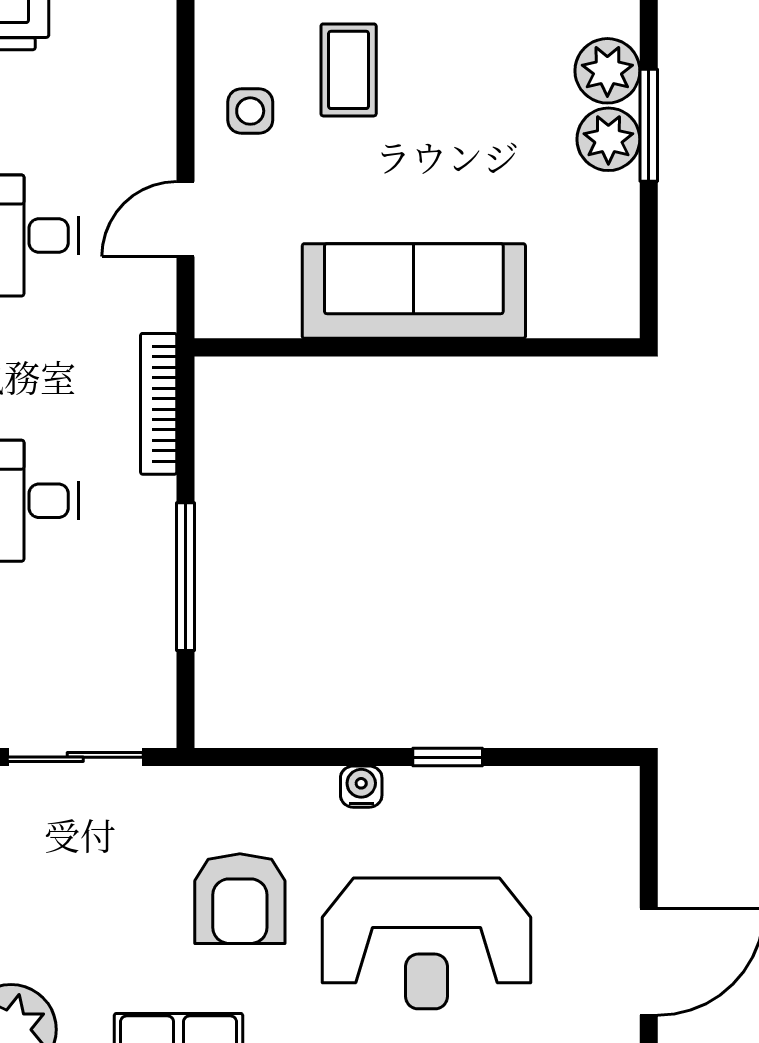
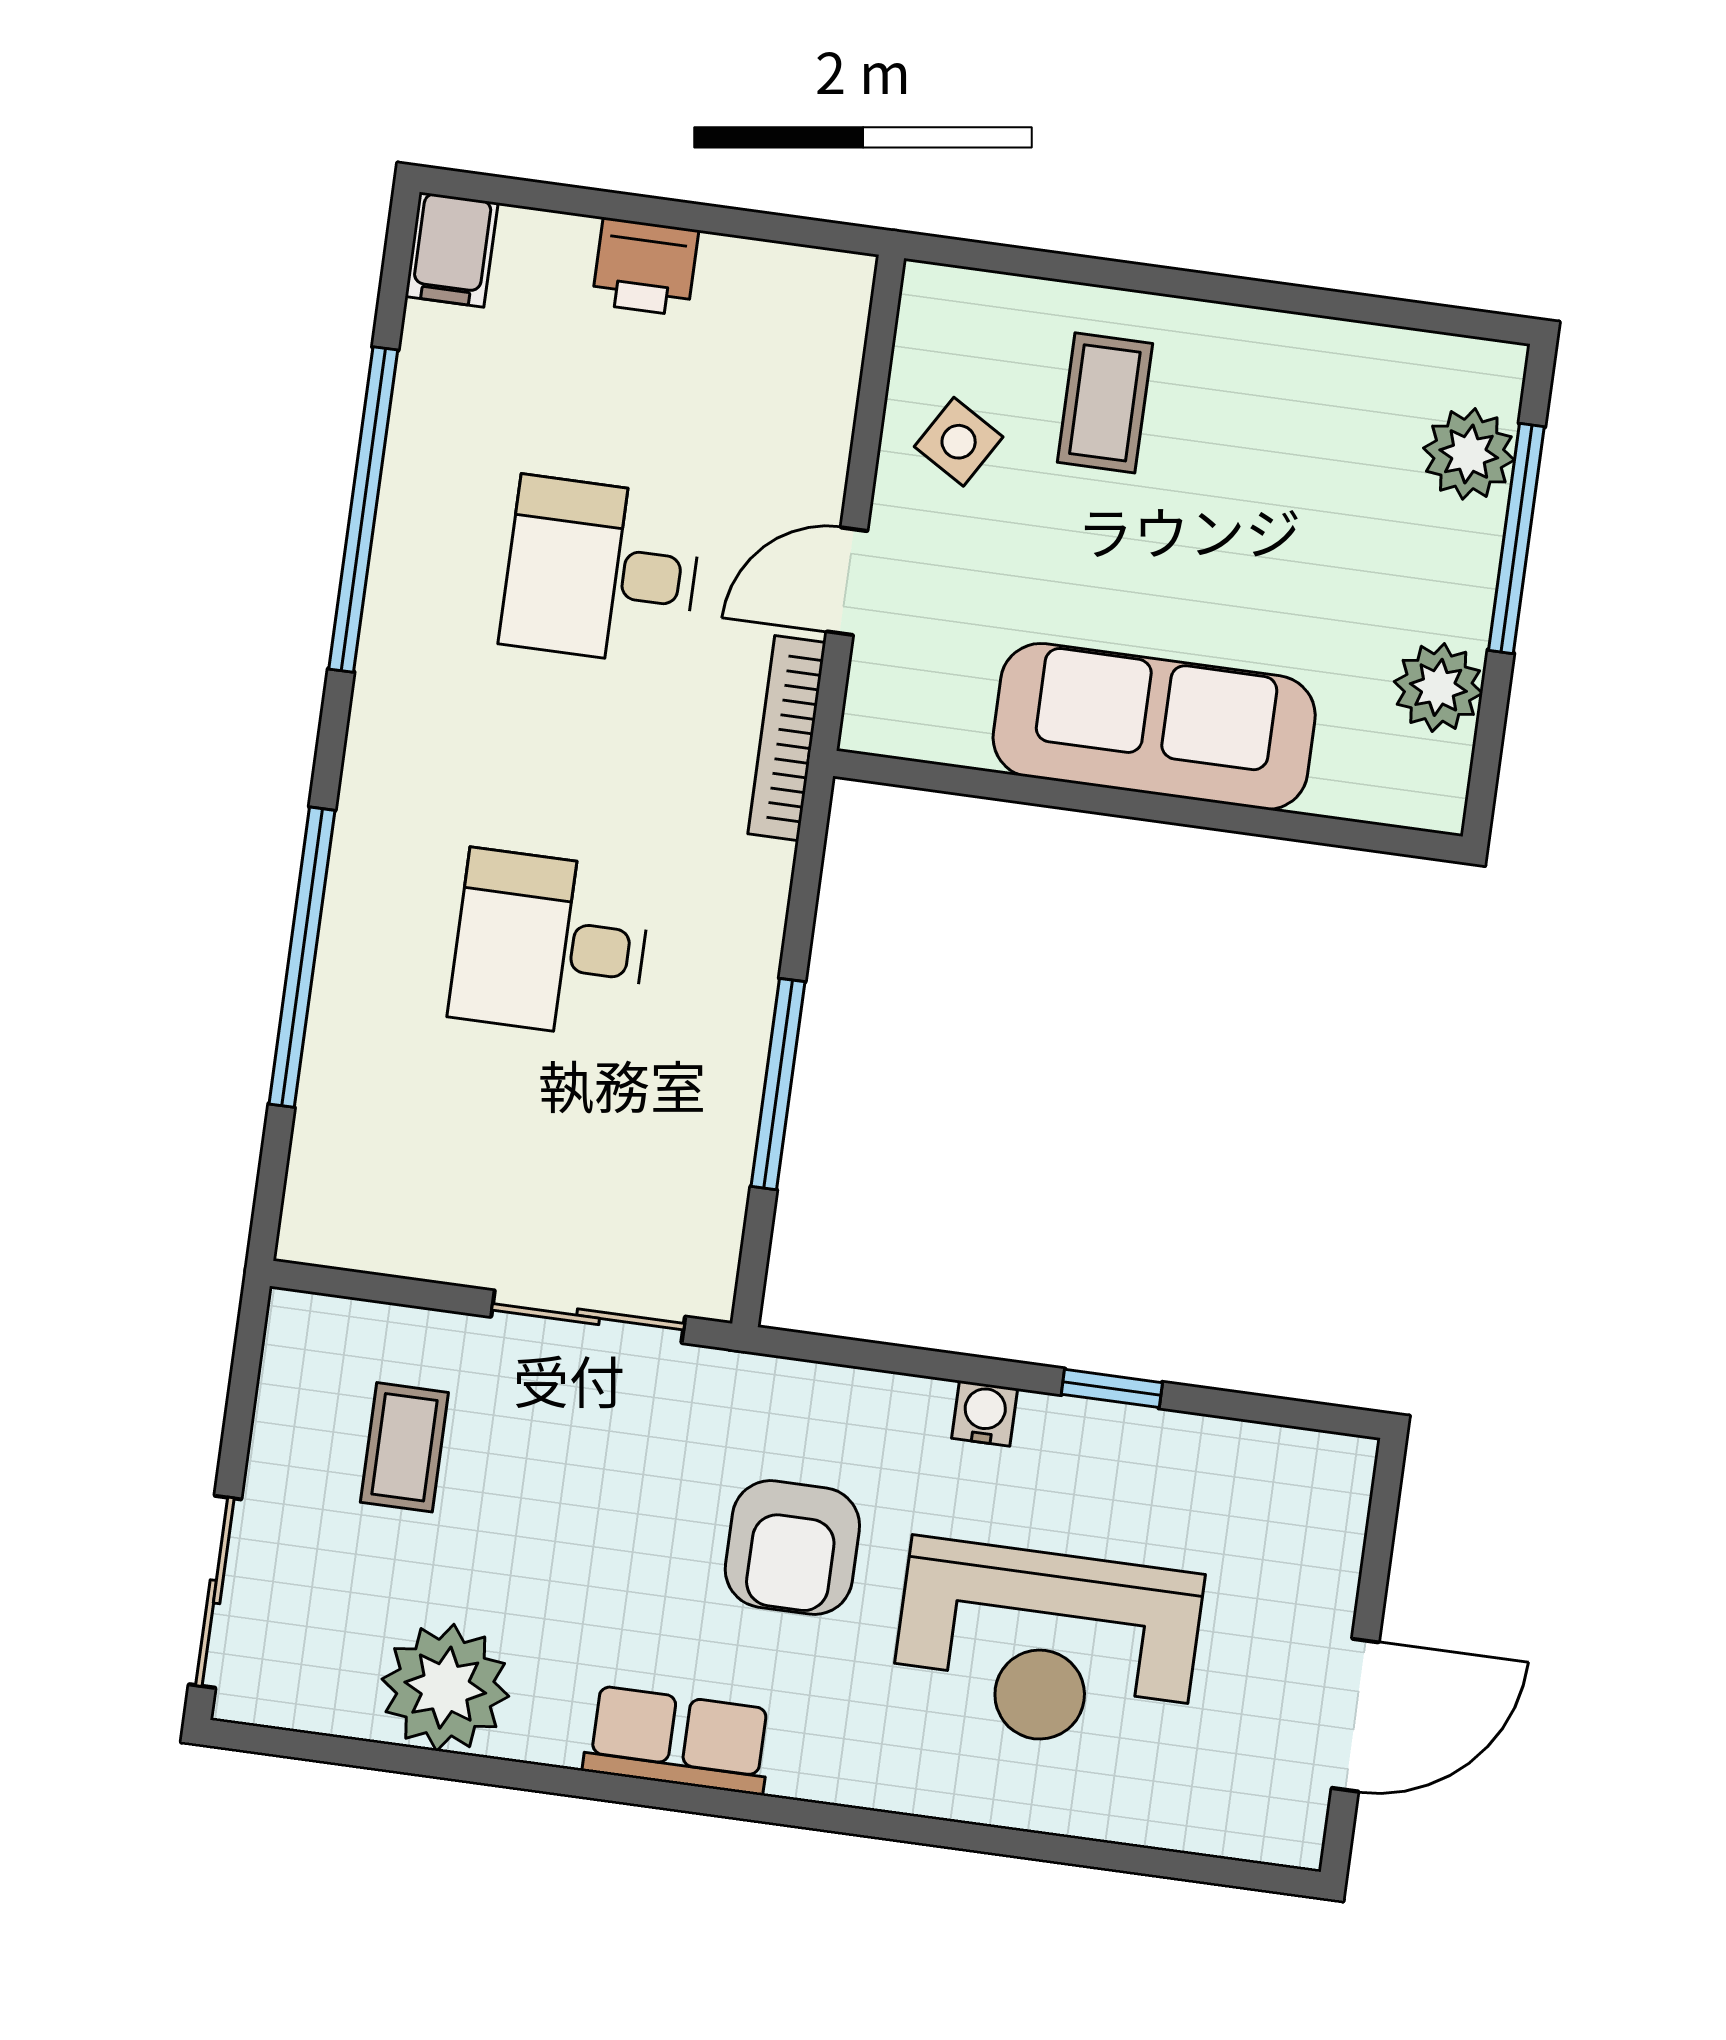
side table: (250, 111) -> (959, 442), turned 31
window: (649, 125) -> (1516, 538), width x1.44
plant: (608, 139) -> (1438, 687), moved
bookcase: (159, 404) -> (787, 738), moved

